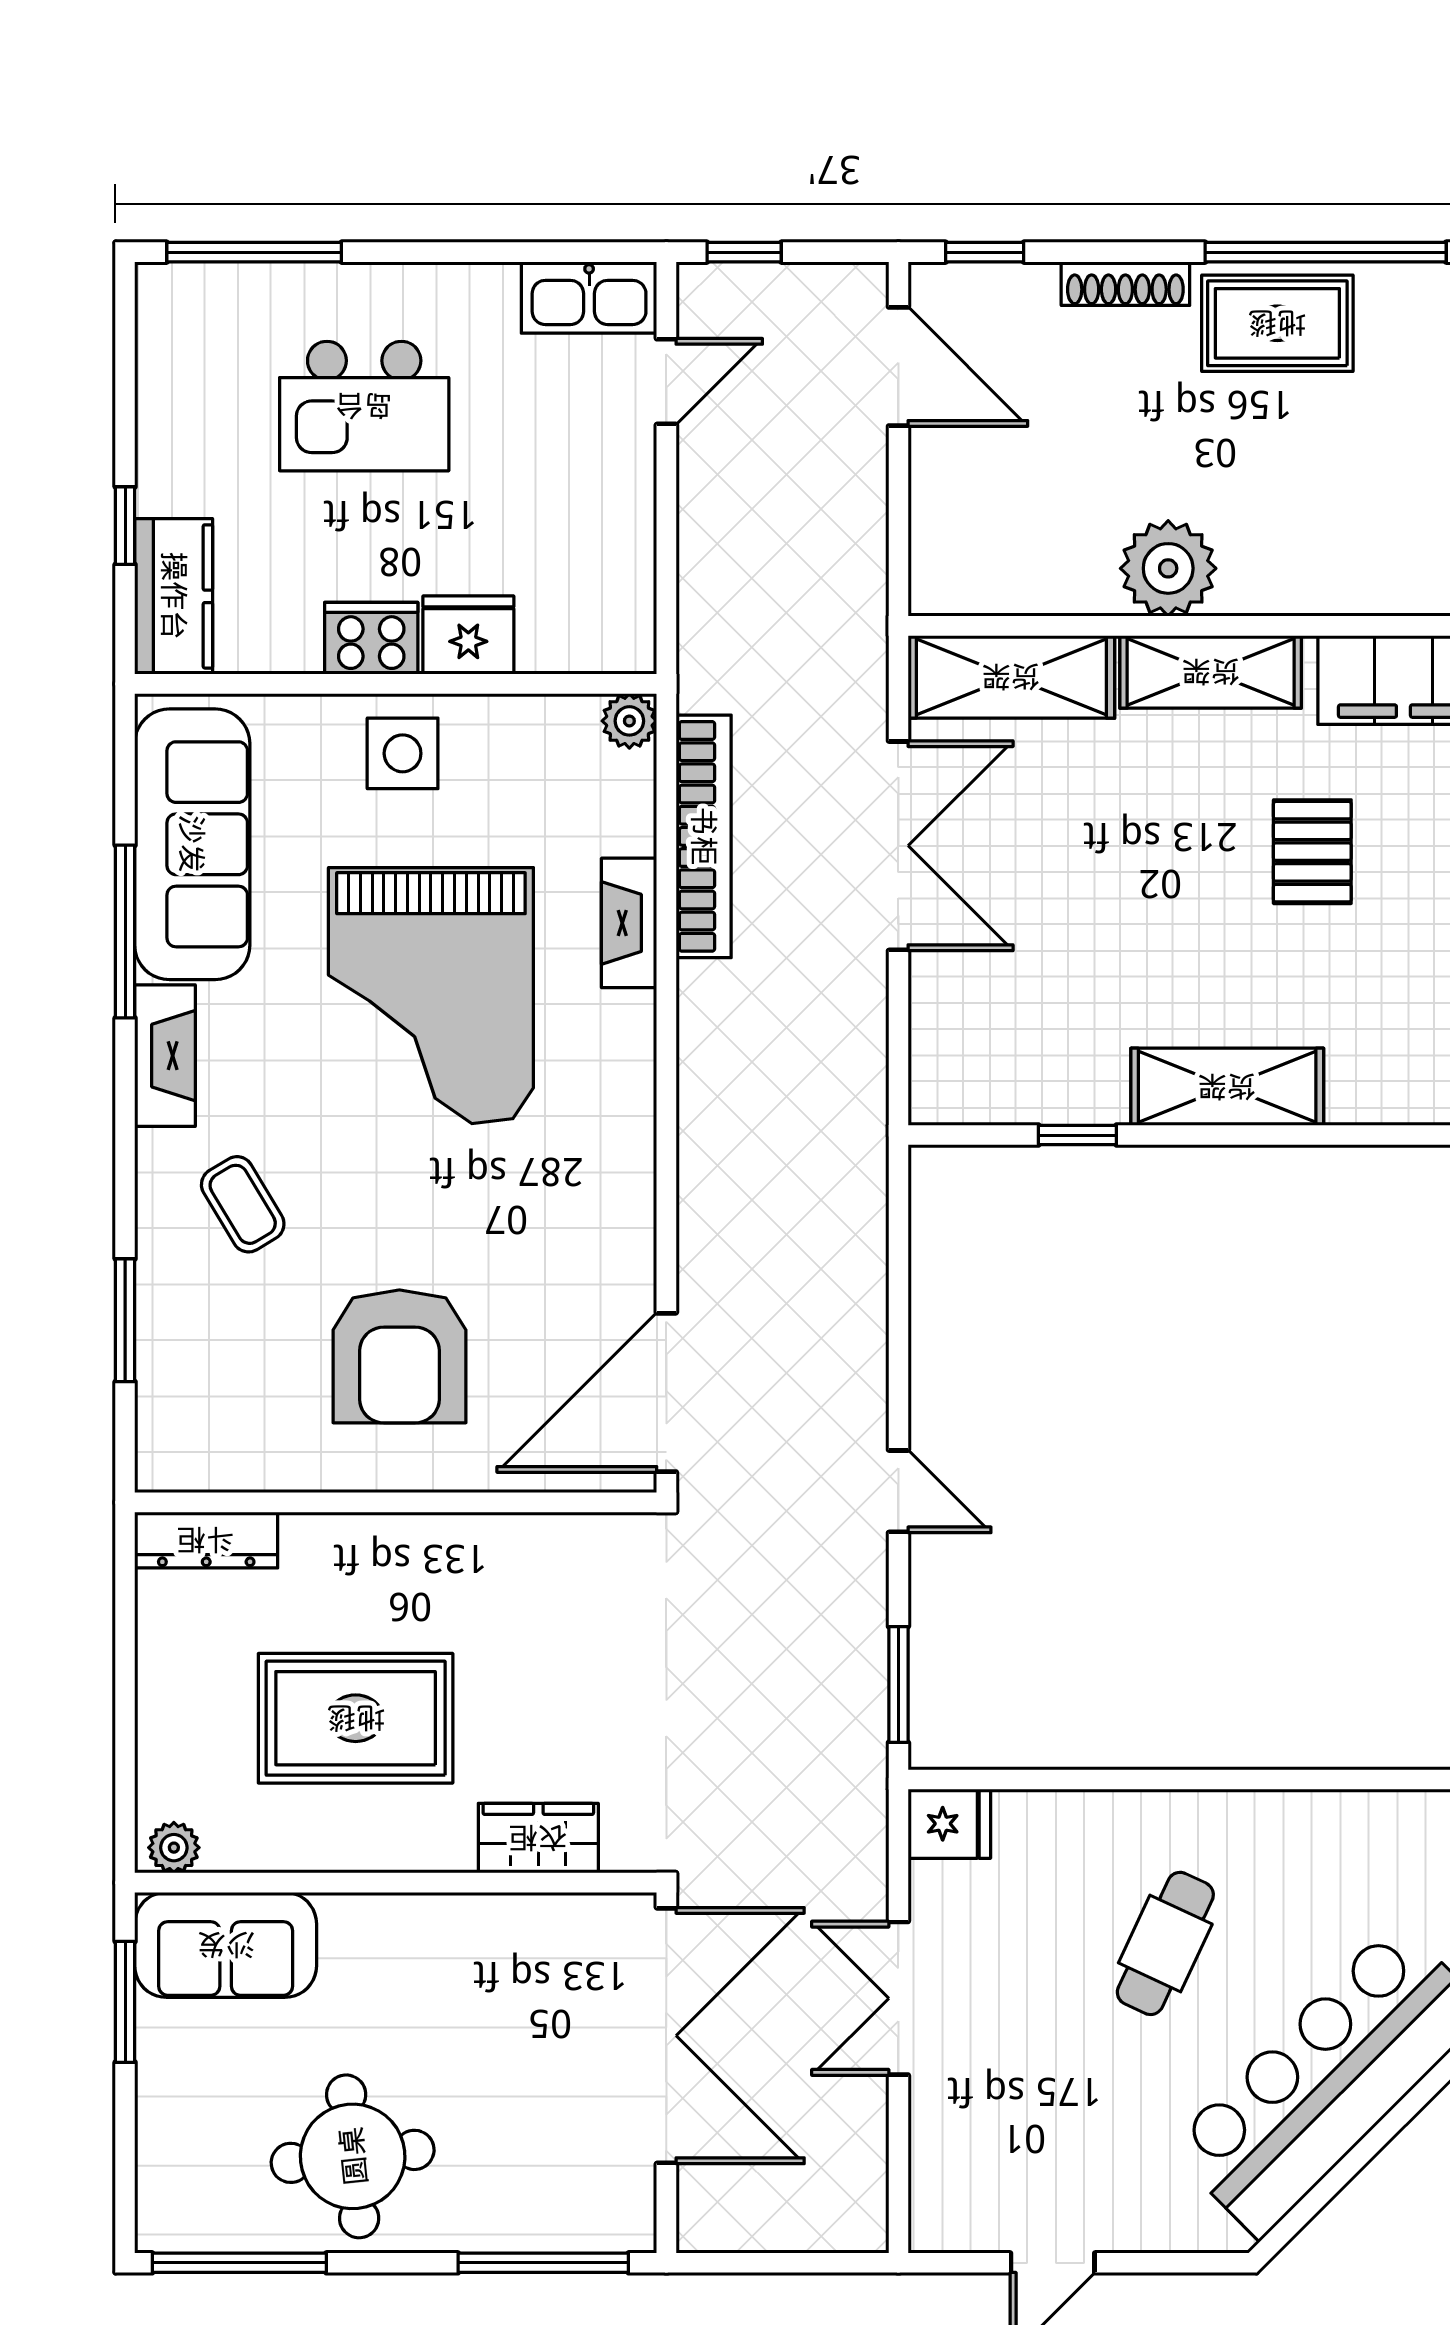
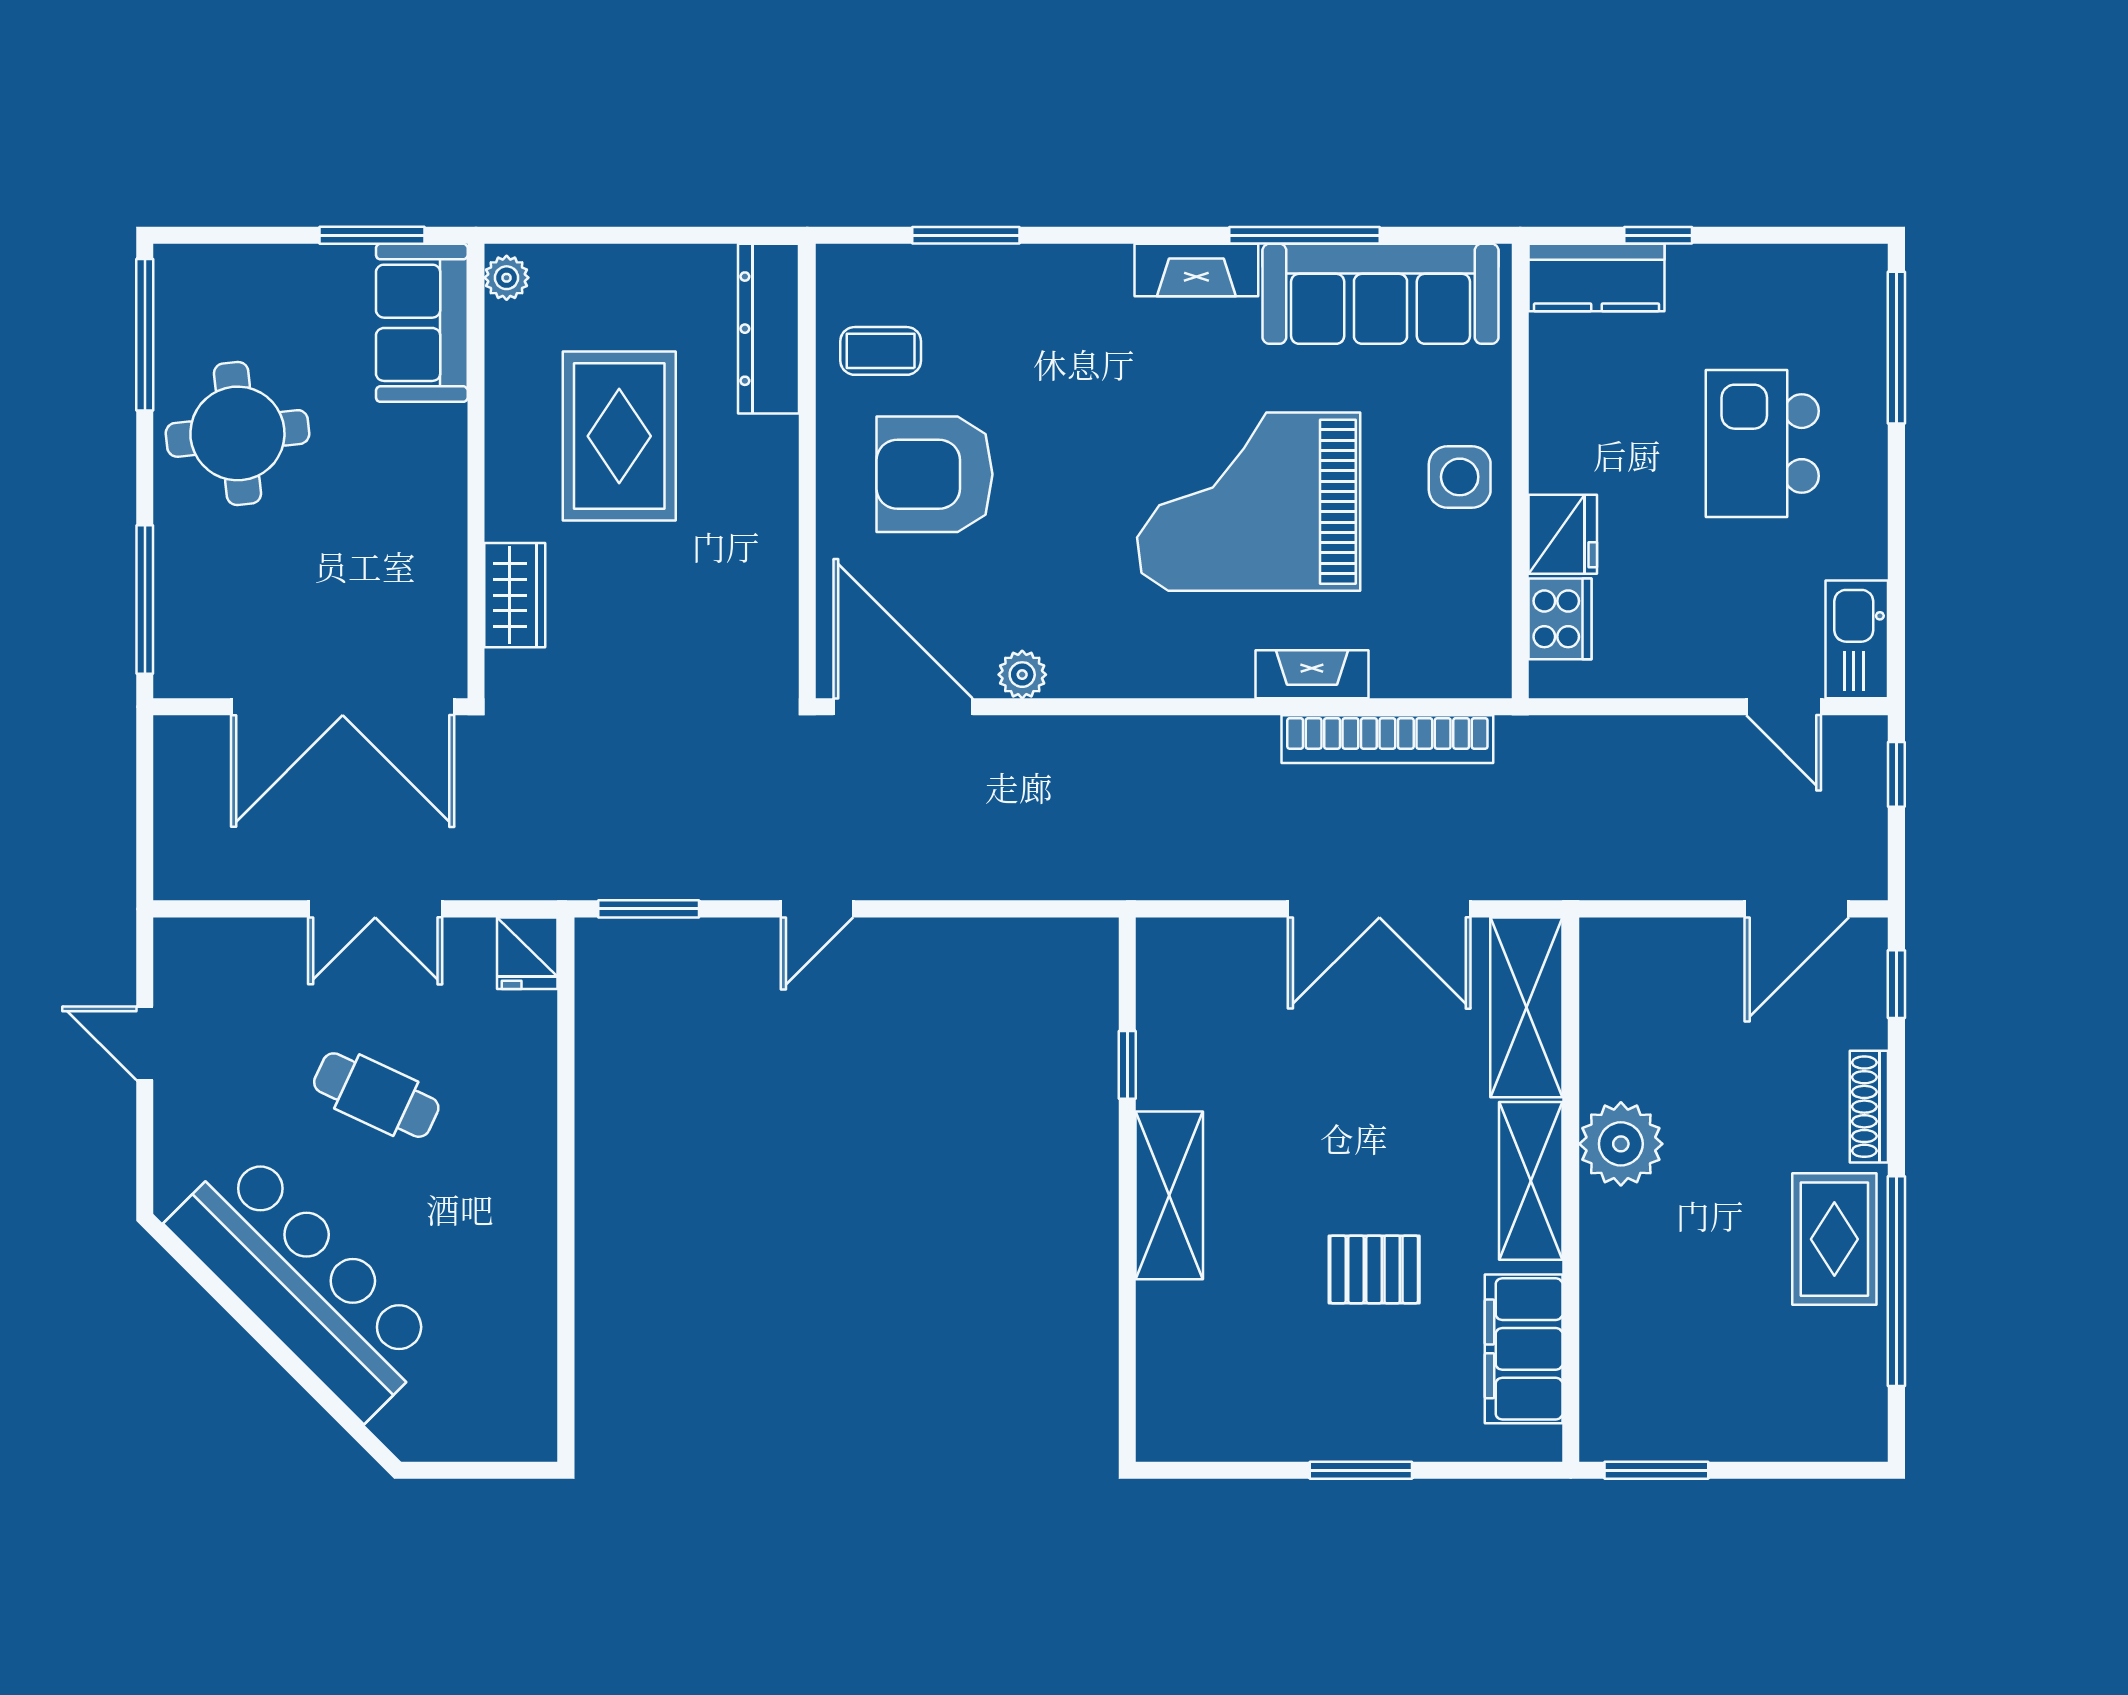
cooker: (371, 638) -> (1560, 619), moved
plant: (629, 721) -> (1022, 675), moved
coffee table: (243, 1204) -> (881, 351), moved, turned 31
dresser: (206, 1540) -> (769, 329), width x1.37, depth x1.24
cafe table: (1165, 1943) -> (376, 1095), moved
double door: (898, 1998) -> (375, 909), swing flipped

